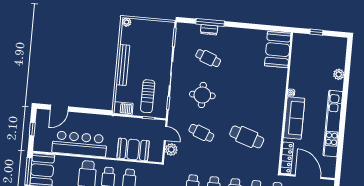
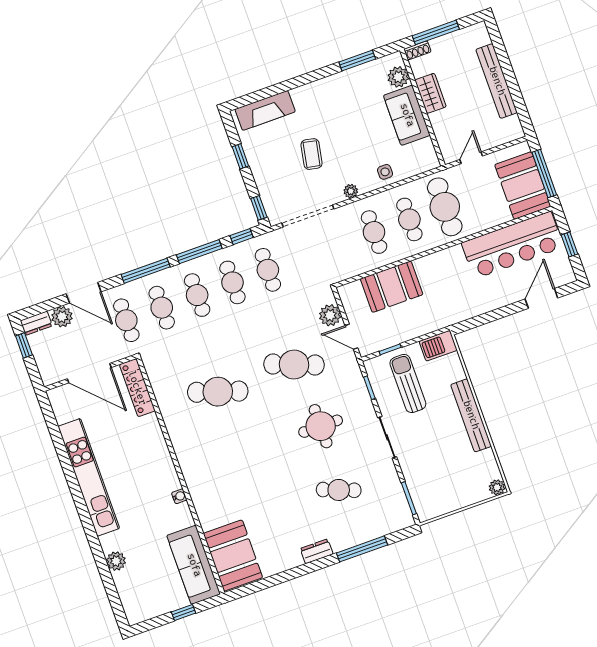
dresser: (209, 30) -> (317, 551), moved
sofa: (294, 118) -> (194, 565), moved
cafe table: (201, 133) -> (294, 365), width x1.37, depth x1.35
bar counter: (80, 144) -> (512, 245), moved

